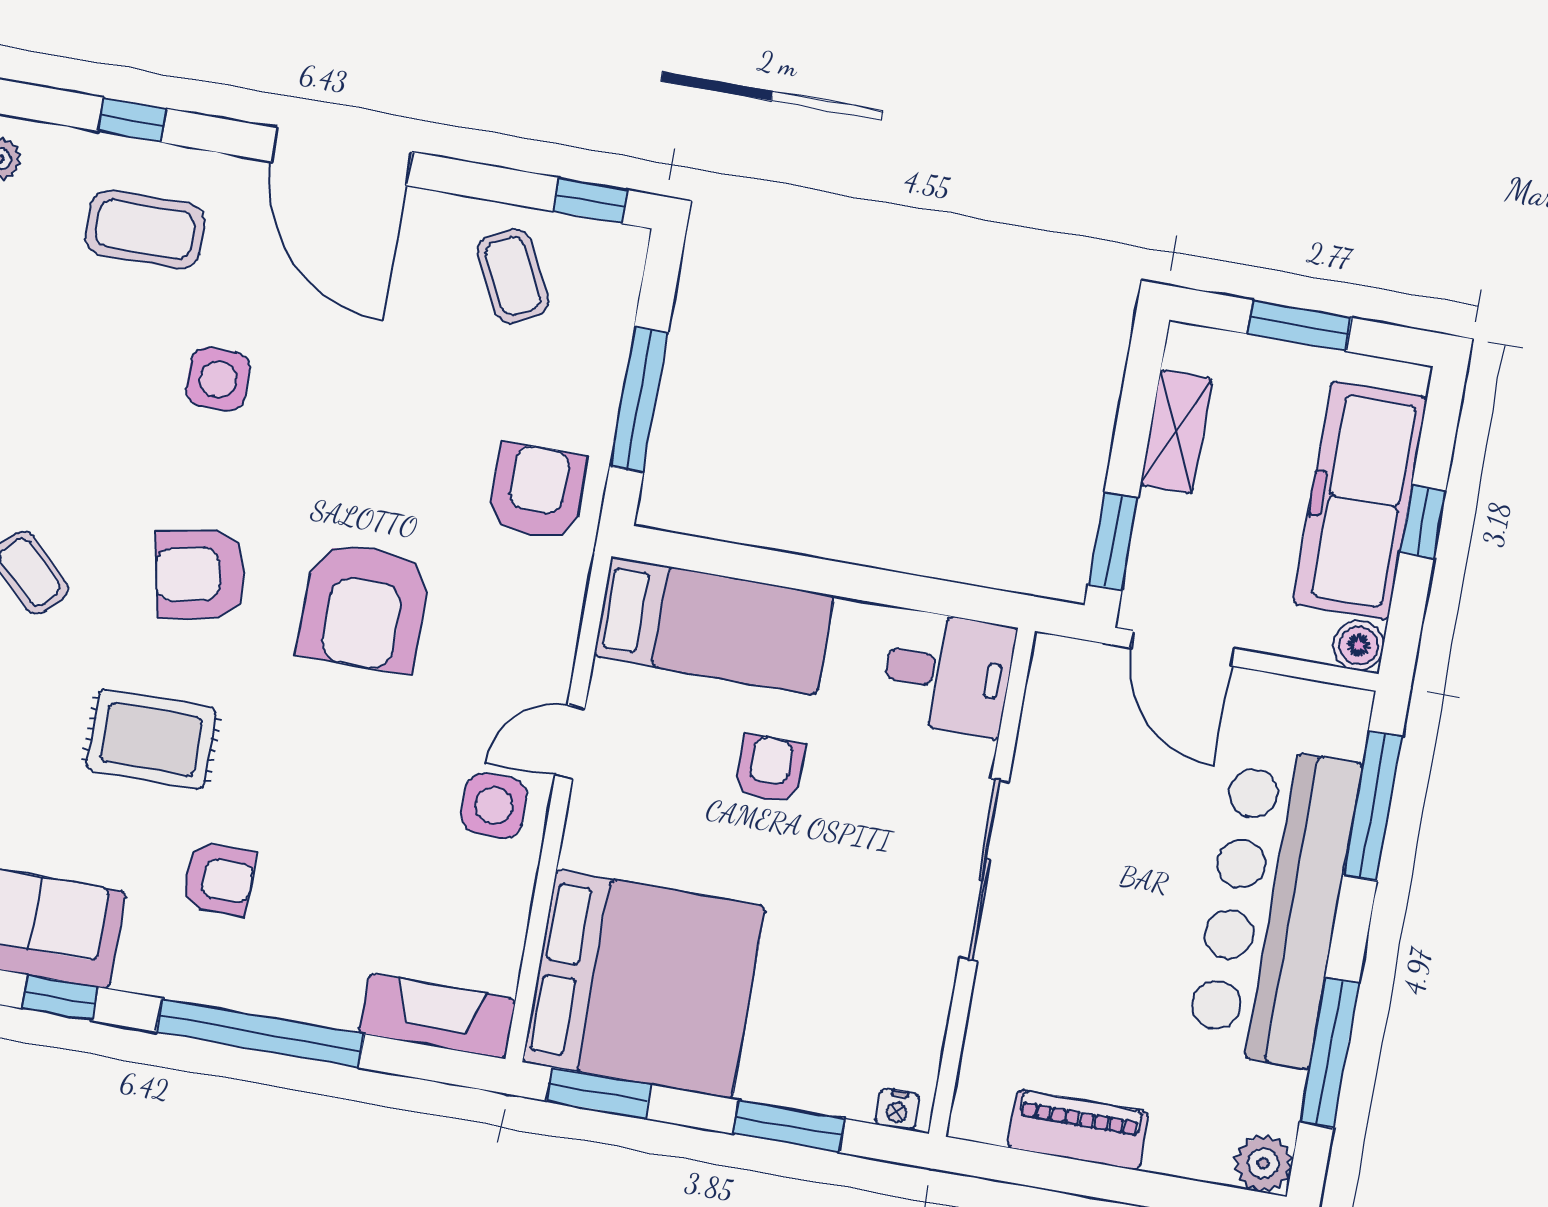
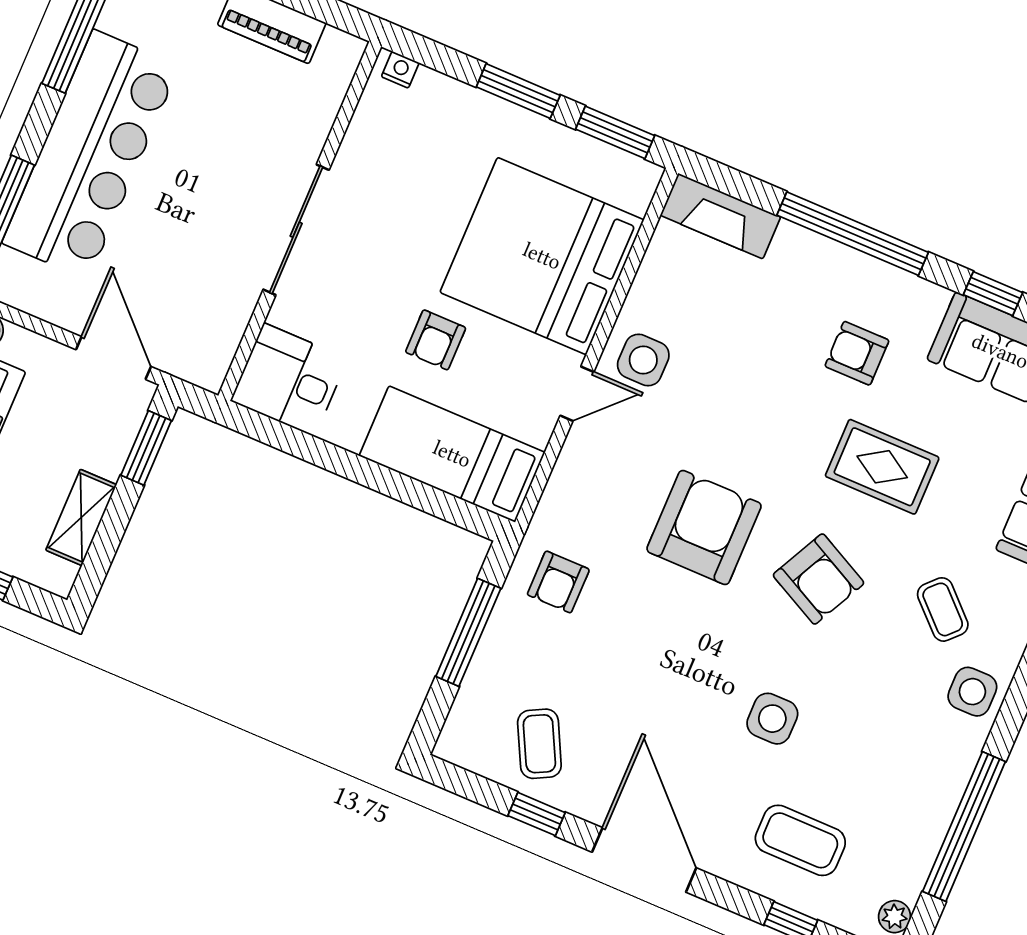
window: (591, 201) -> (537, 814), moved
armchair: (537, 492) -> (558, 582), width x0.72, depth x0.72
armchair: (200, 574) -> (818, 579), turned 38
bed: (644, 984) -> (542, 256), moved
window: (789, 1126) -> (518, 91), moved

